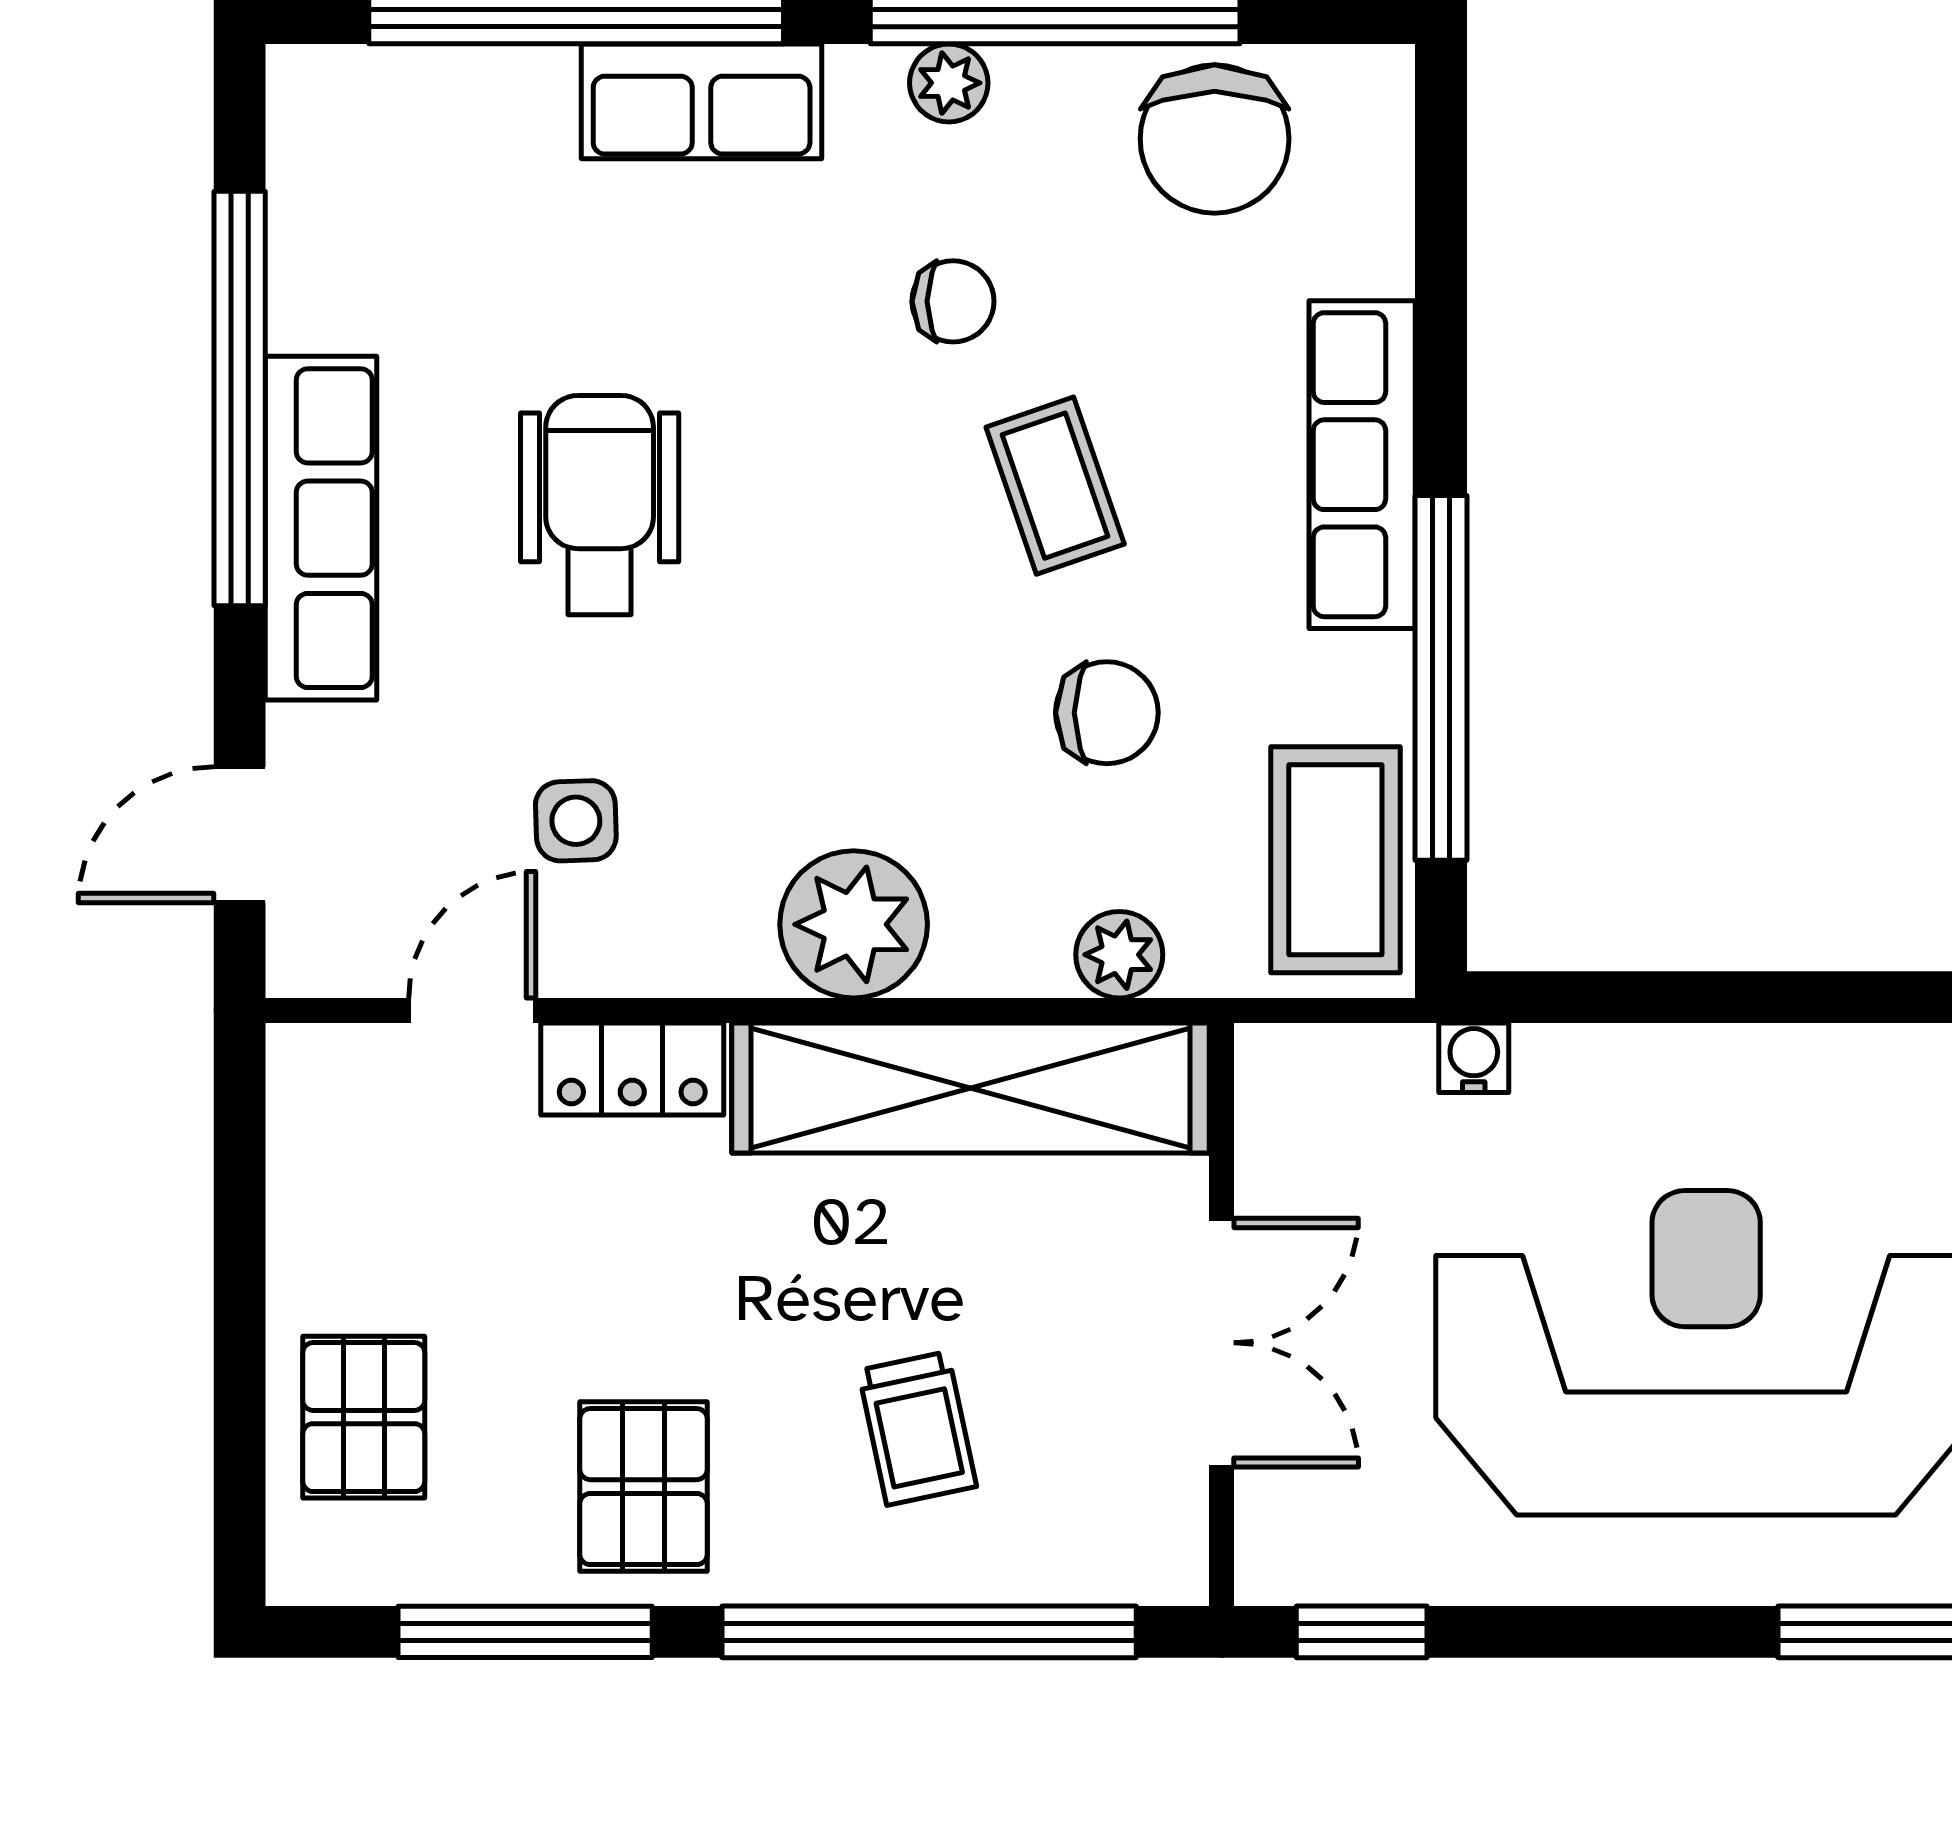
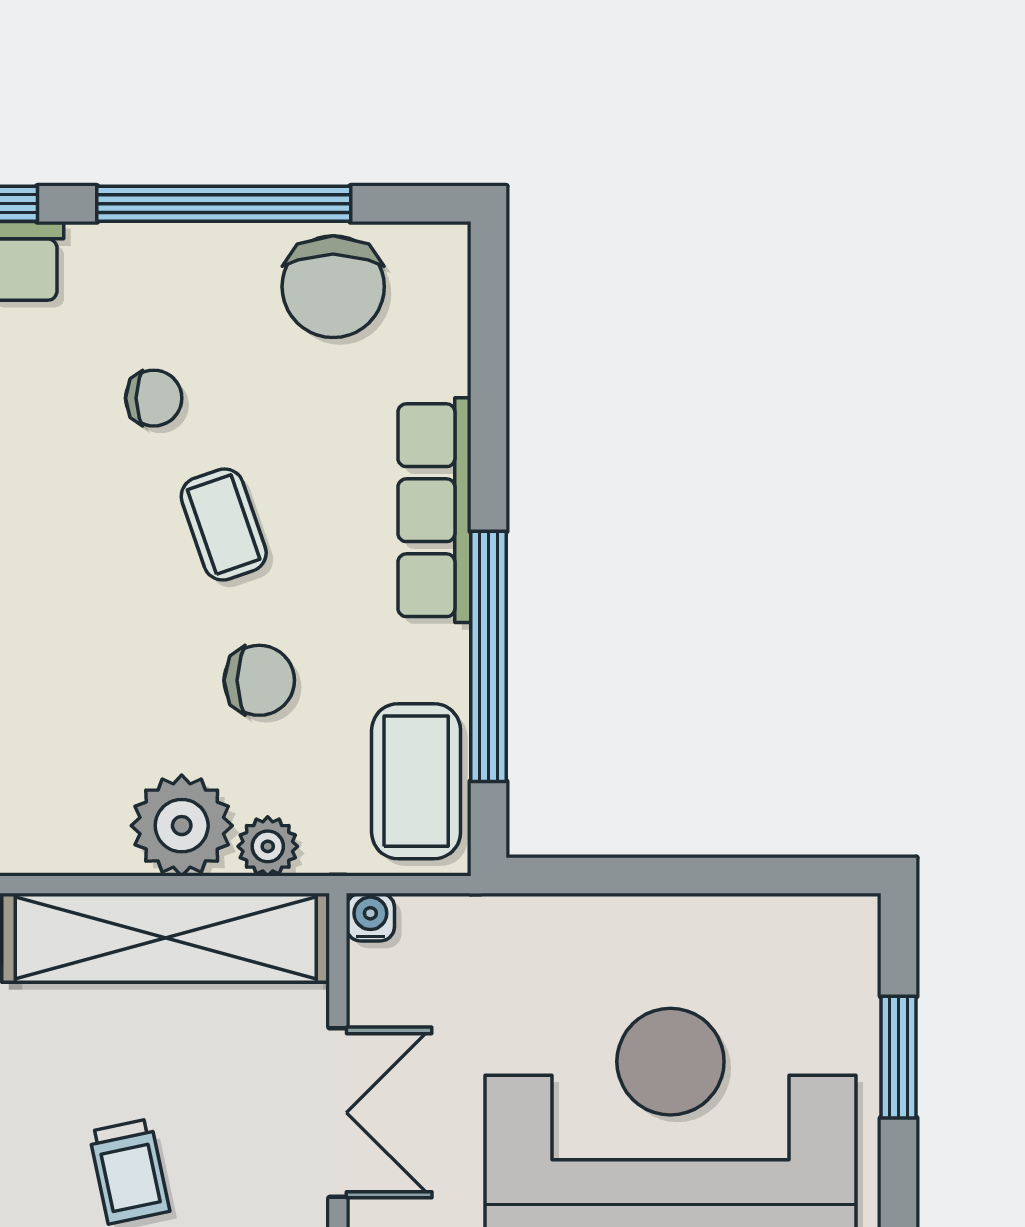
plant: (949, 83) -> (151, 248), removed
plant: (854, 924) -> (182, 826), moved
water cooler: (1474, 1058) -> (370, 917), moved

